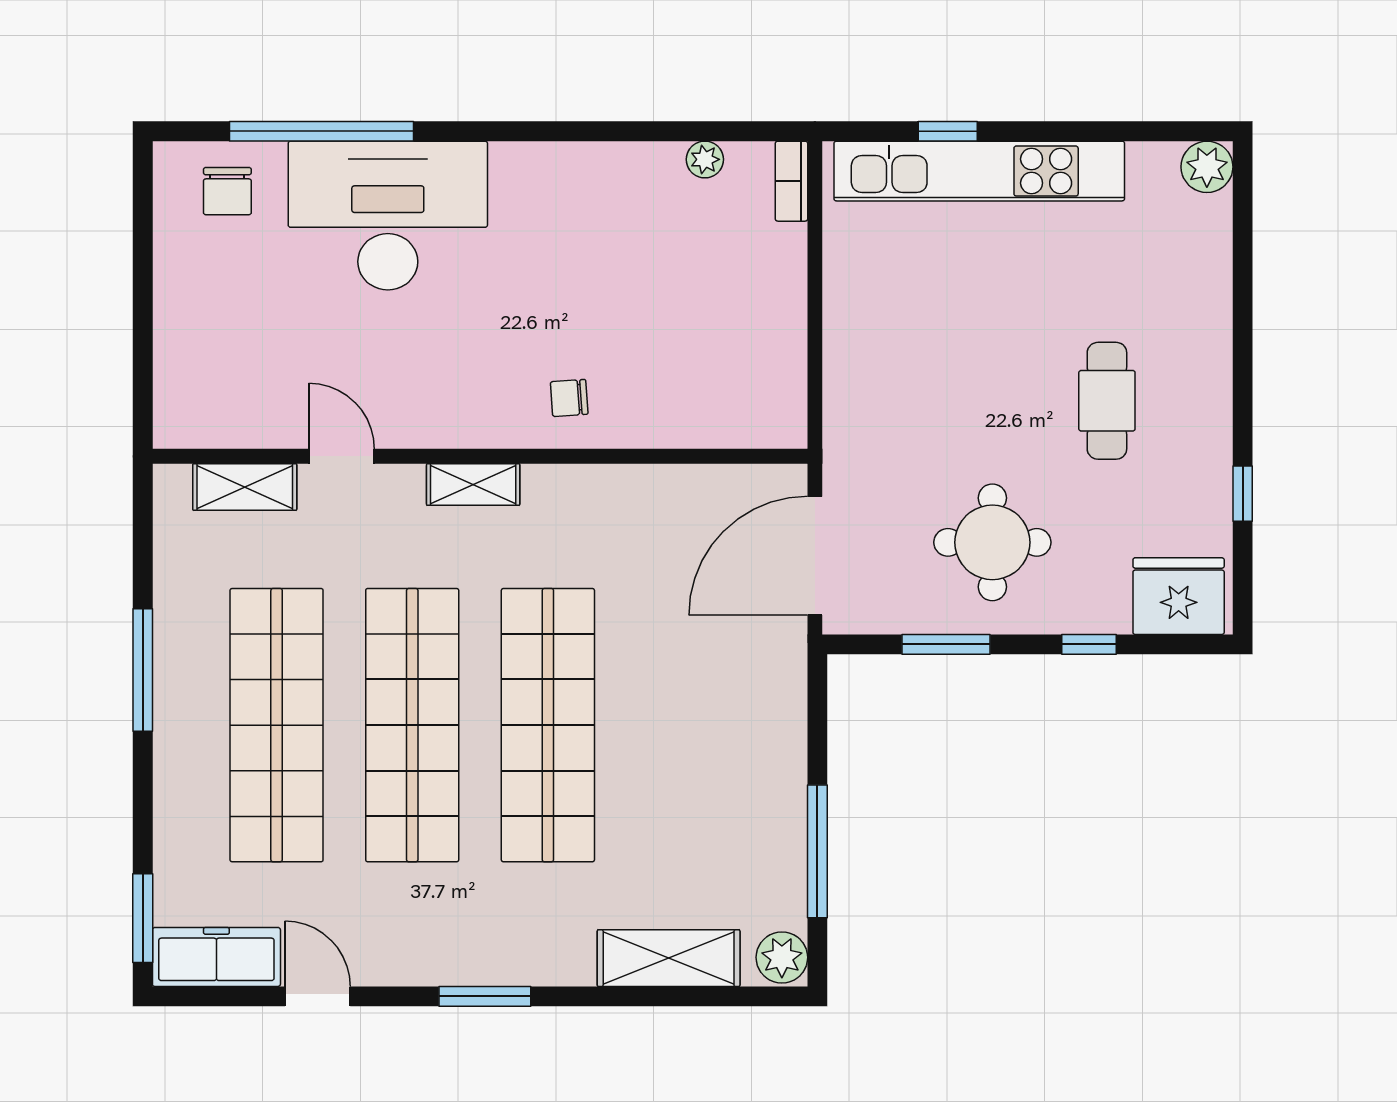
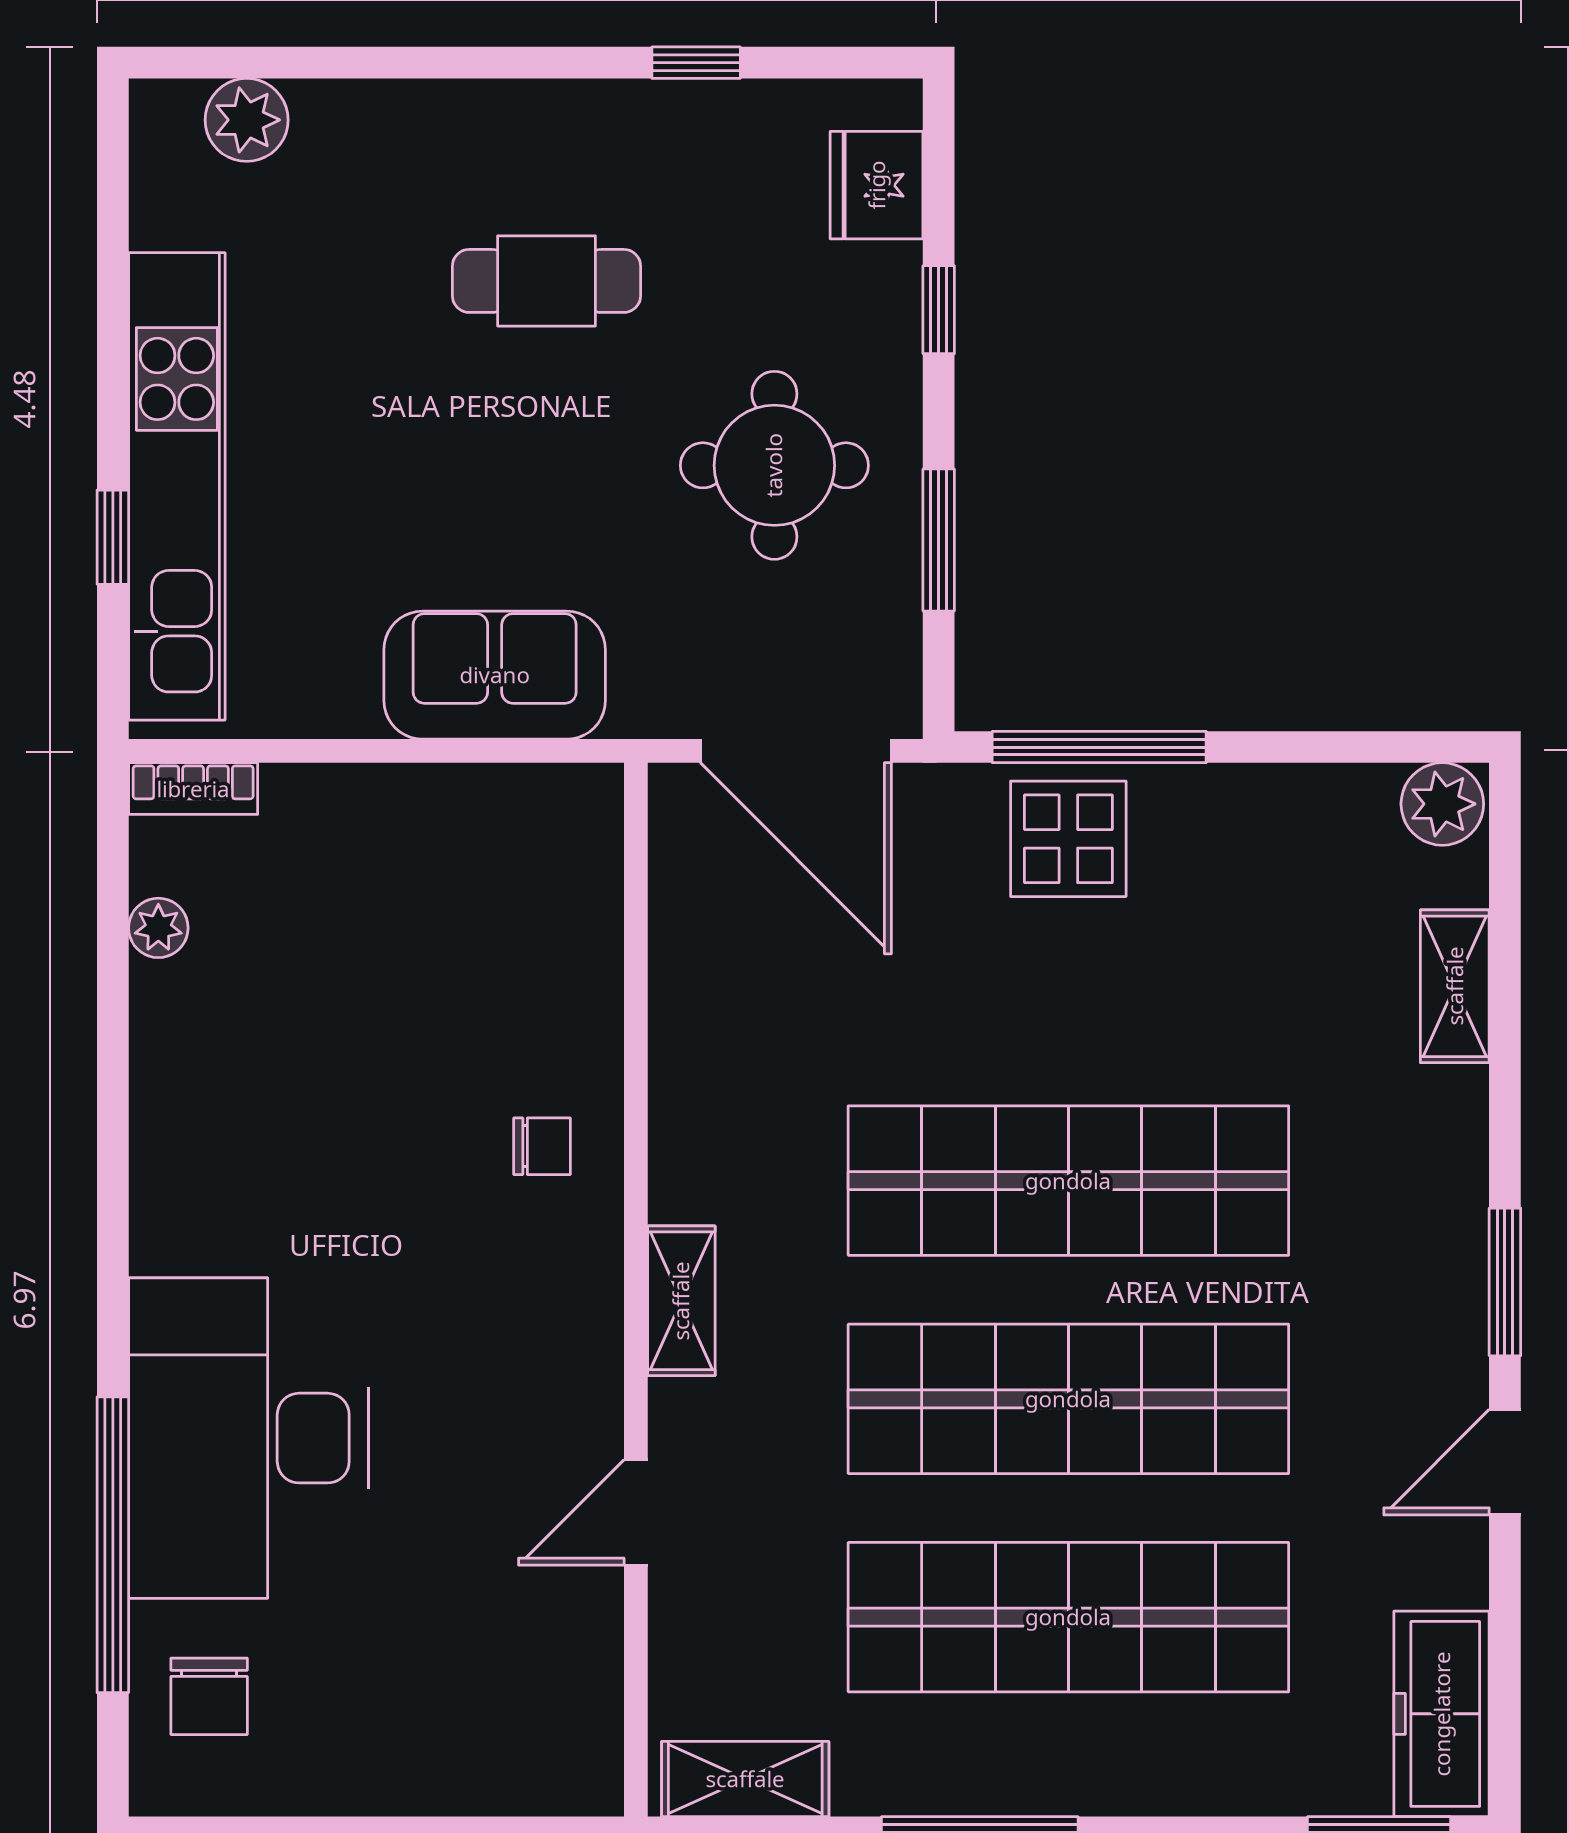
plant: (1207, 167) -> (247, 120), moved
chair: (227, 191) -> (209, 1696), turned 90
sofa: (862, 369) -> (495, 675), added
chair: (569, 398) -> (542, 1146), turned -86
shelving: (245, 487) -> (745, 1779), moved, turned 90
fridge: (1179, 596) -> (877, 185), width x0.73, depth x0.75
display table: (760, 725) -> (1068, 839), added
window: (817, 851) -> (1099, 747), moved
shelving: (669, 958) -> (1455, 986), width x0.67, depth x0.75
door: (318, 996) -> (1505, 1462), moved

